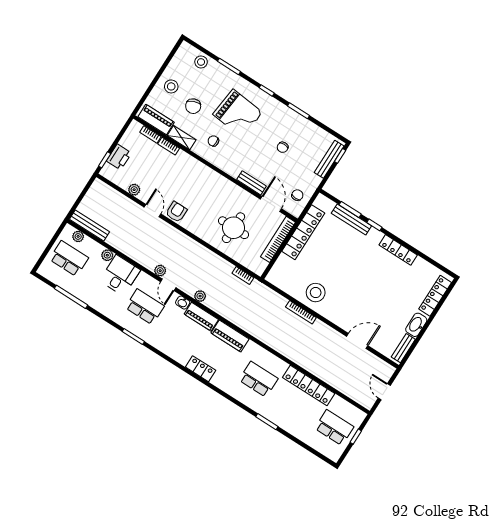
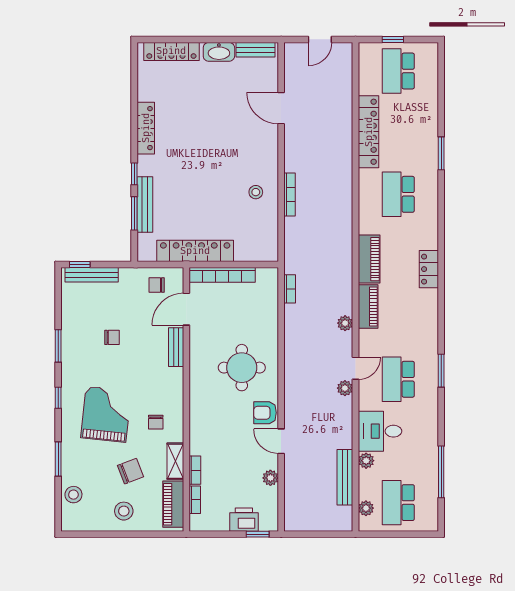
door: (153, 211) -> (281, 441), hinge flipped
bench: (90, 226) -> (345, 477), moved
round table: (233, 228) -> (242, 368), moved
stool: (316, 293) -> (256, 192), width x0.53, depth x0.53
washbasin: (183, 303) -> (365, 339), removed

